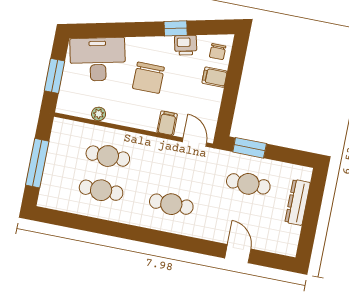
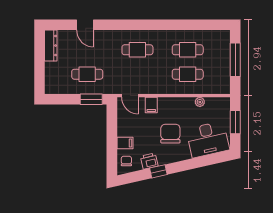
dresser: (298, 202) -> (51, 46), moved

